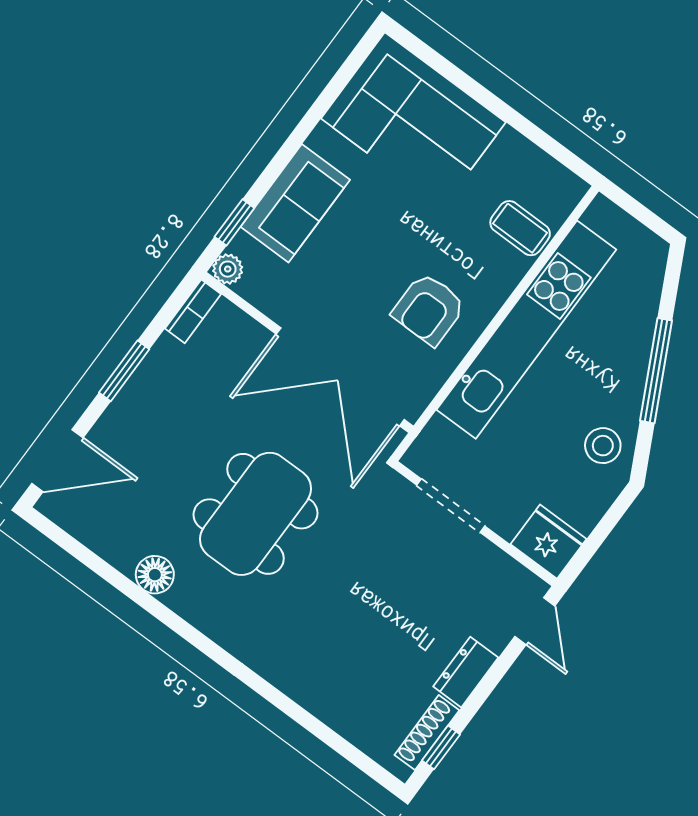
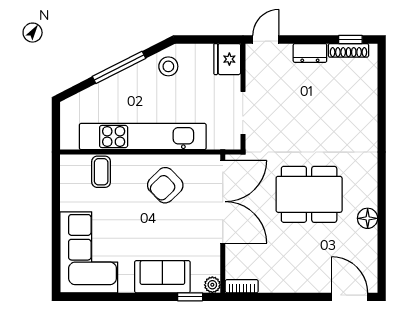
armchair: (429, 309) -> (165, 185), turned 136
window: (124, 371) -> (289, 297), removed

